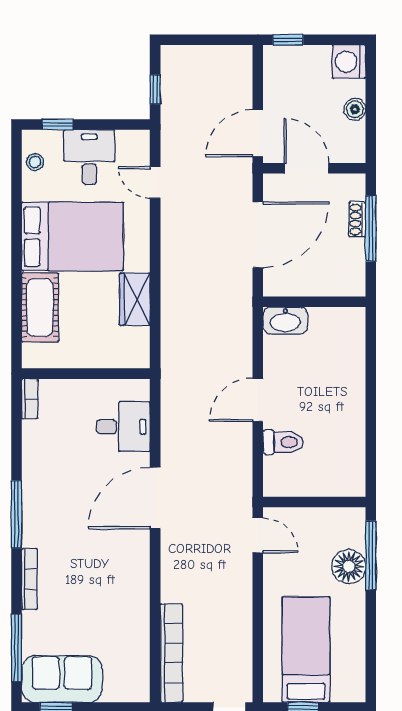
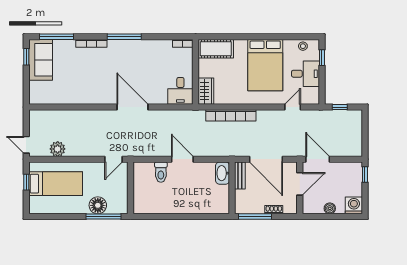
window: (371, 229) -> (255, 217), moved
bench: (290, 286) -> (240, 175), added
wardrobe: (135, 299) -> (206, 91), moved, turned 90
cot: (40, 307) -> (216, 49), moved
desk: (123, 427) -> (180, 91), moved
plant: (238, 646) -> (58, 149), added
bookcase: (171, 653) -> (231, 115), moved

